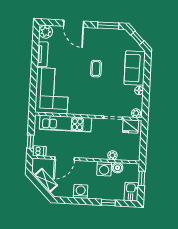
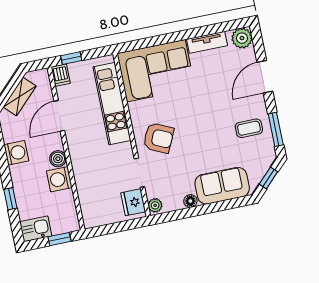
coffee table: (96, 69) -> (249, 128), moved
armchair: (94, 100) -> (158, 138), added
plant: (112, 155) -> (83, 186), removed
door: (65, 159) -> (59, 116), hinge flipped
boiler: (117, 168) -> (58, 159), moved

